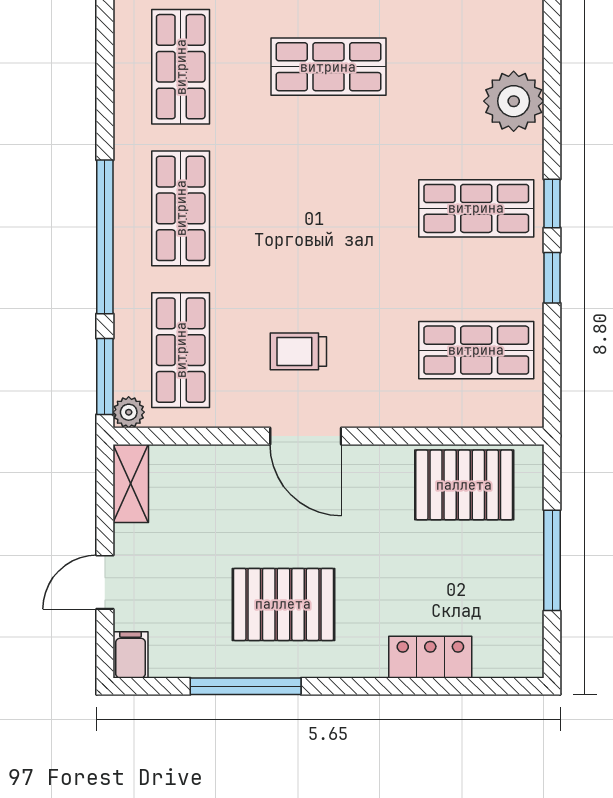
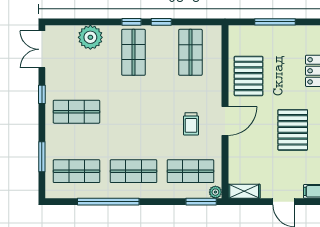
shop shelf: (328, 67) -> (76, 112), turned 90
window: (105, 237) -> (108, 202), moved
pallet: (464, 485) -> (249, 76), moved

